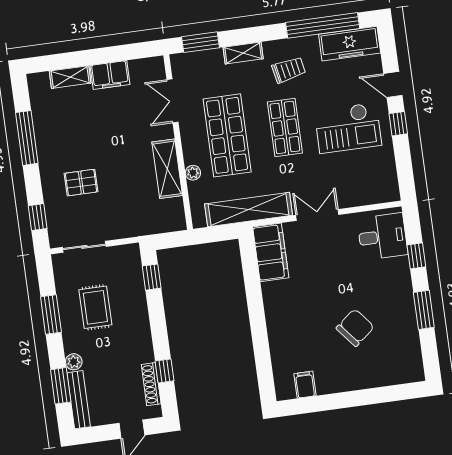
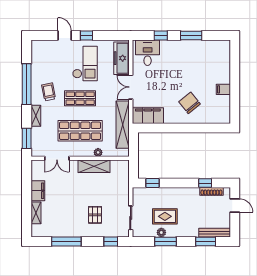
window: (323, 25) -> (27, 84), moved
freezer: (350, 44) -> (121, 58), moved, turned 180
door: (393, 85) -> (65, 35), swing flipped
chair: (355, 328) -> (190, 103), moved
plant: (74, 362) -> (161, 232), moved
filing cabinet: (305, 385) -> (223, 89), moved

